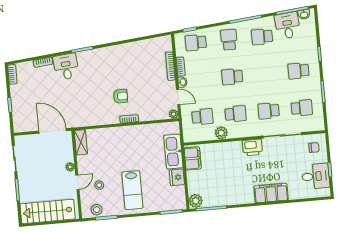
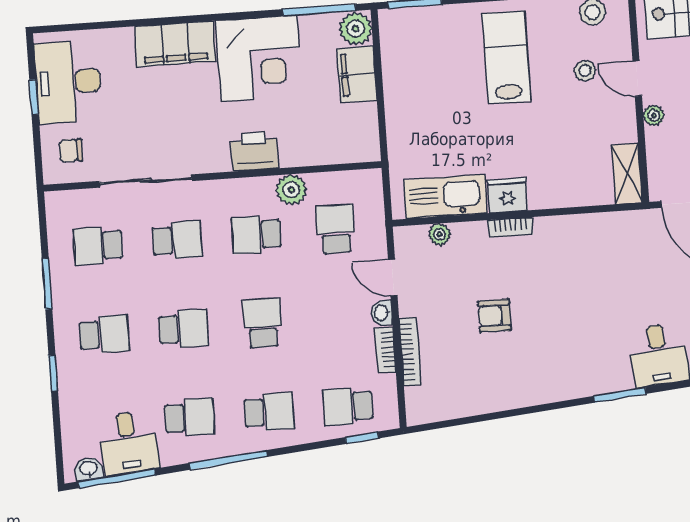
school desk: (229, 40) -> (269, 412), turned -90
school desk: (196, 43) -> (348, 406), turned 180
school desk: (265, 74) -> (183, 329), added
school desk: (232, 77) -> (263, 323), turned -90
armchair: (121, 96) -> (495, 316), moved
plant: (174, 114) -> (440, 234), moved
school desk: (202, 117) -> (336, 229), turned 90
printer: (252, 147) -> (254, 151), moved
kitchen sink: (173, 152) -> (446, 197), moved, turned -90
filing cabinet: (193, 158) -> (357, 74), moved
desk: (316, 176) -> (68, 82), width x1.37
fridge: (177, 177) -> (508, 195), moved, turned -90
door: (77, 182) -> (637, 79), hinge flipped
corner desk: (236, 188) -> (259, 58), added

